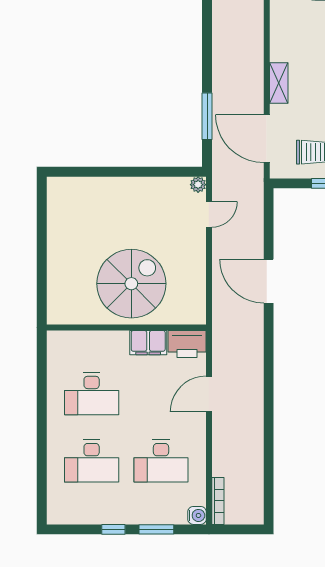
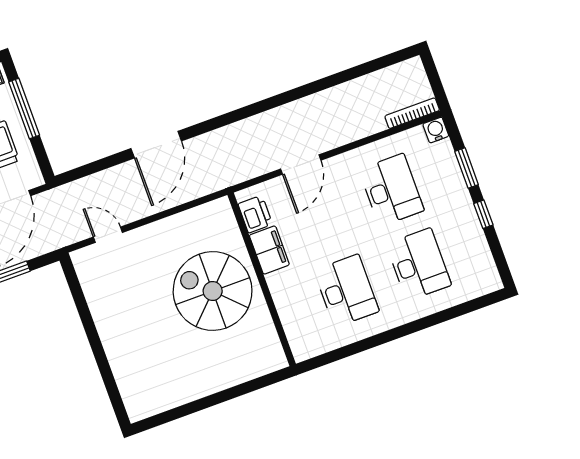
plant: (198, 185) -> (80, 258), removed
printer: (187, 344) -> (255, 214), width x0.73, depth x0.84
door: (209, 394) -> (301, 165), hinge flipped

